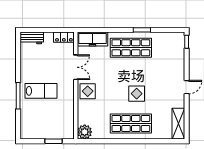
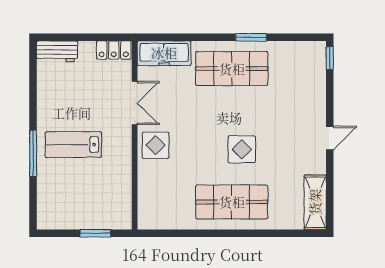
lab bench: (41, 91) -> (73, 145), turned 180
plant: (85, 132) -> (150, 217), removed

